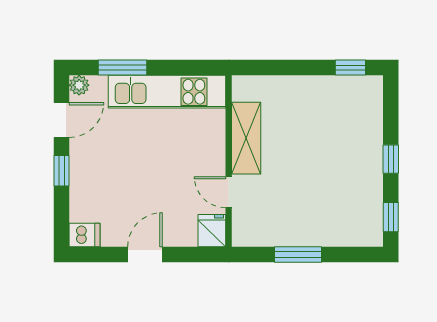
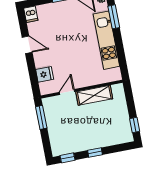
shelving: (246, 138) -> (94, 95), moved
wall: (229, 161) -> (82, 89), moved
door: (229, 192) -> (67, 92), moved

